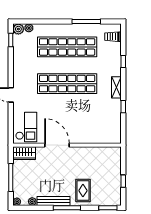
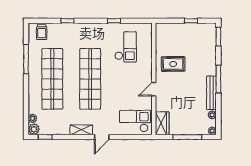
shelving: (116, 87) -> (81, 130), moved
checkout: (98, 118) -> (126, 47), added
door: (57, 145) -> (154, 89), width x0.53
rug: (83, 191) -> (173, 64), moved

